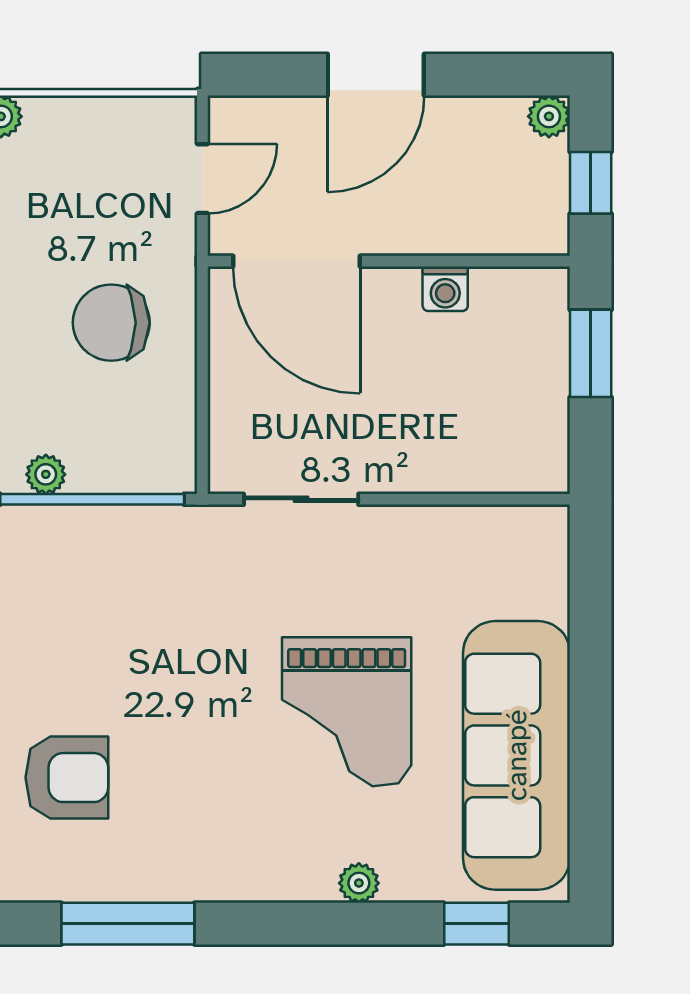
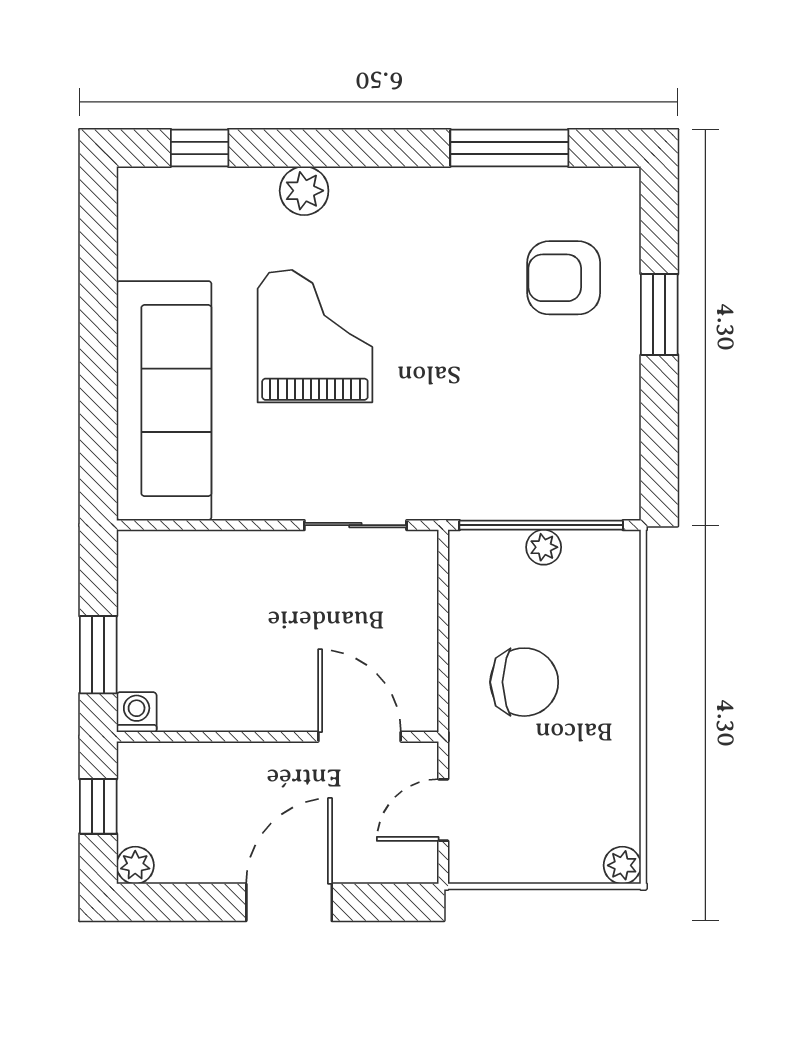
door: (296, 261) -> (360, 737), width x0.73
washing machine: (445, 289) -> (137, 712), moved
plant: (46, 474) -> (544, 547), moved
sofa: (517, 755) -> (164, 401), moved
plant: (359, 883) -> (304, 191), width x1.38, depth x1.38

